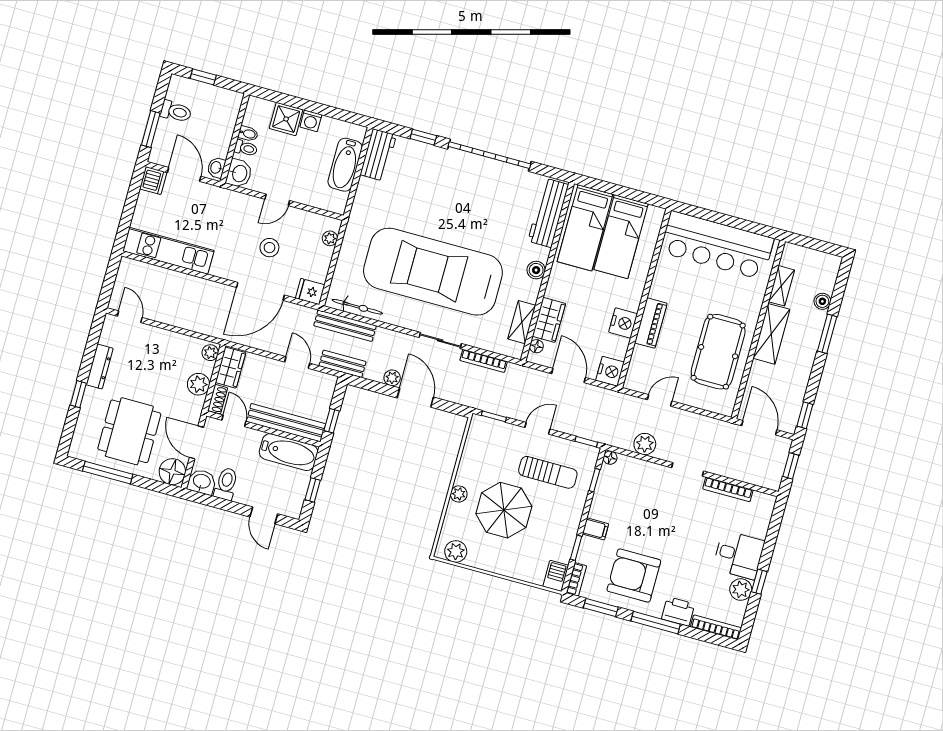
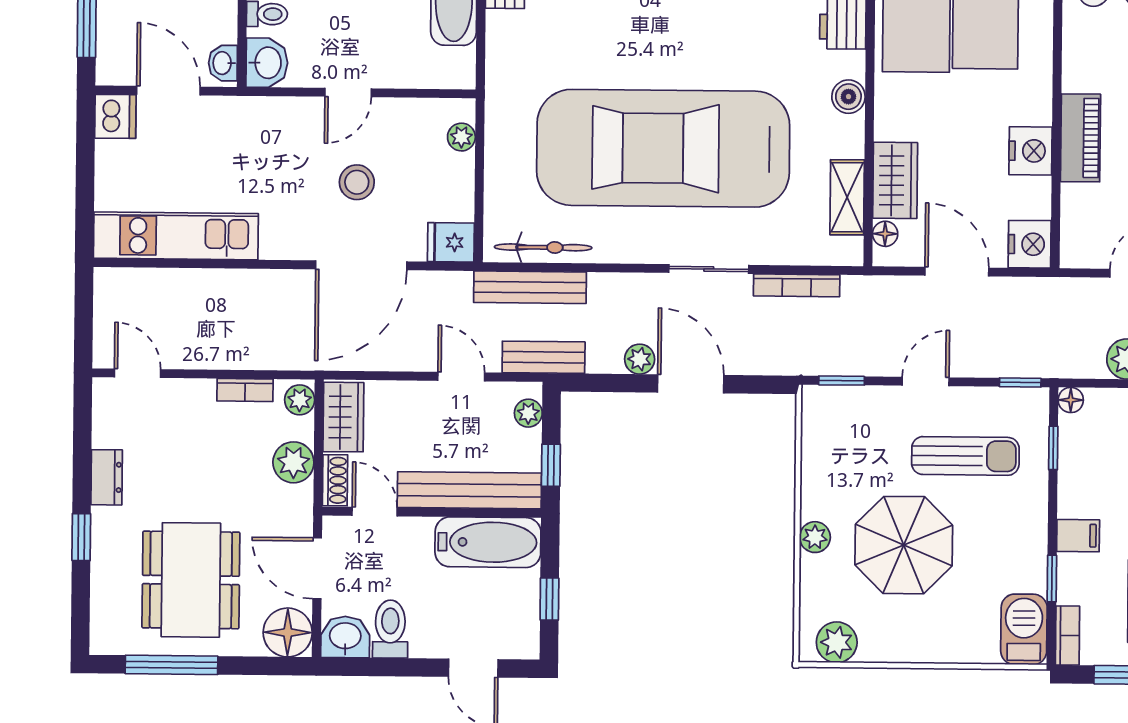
bookcase: (183, 340) -> (245, 390), added
dresser: (100, 367) -> (107, 477), width x0.70
plant: (327, 391) -> (528, 413), added
barbecue: (556, 576) -> (1024, 629), width x1.38, depth x1.27

